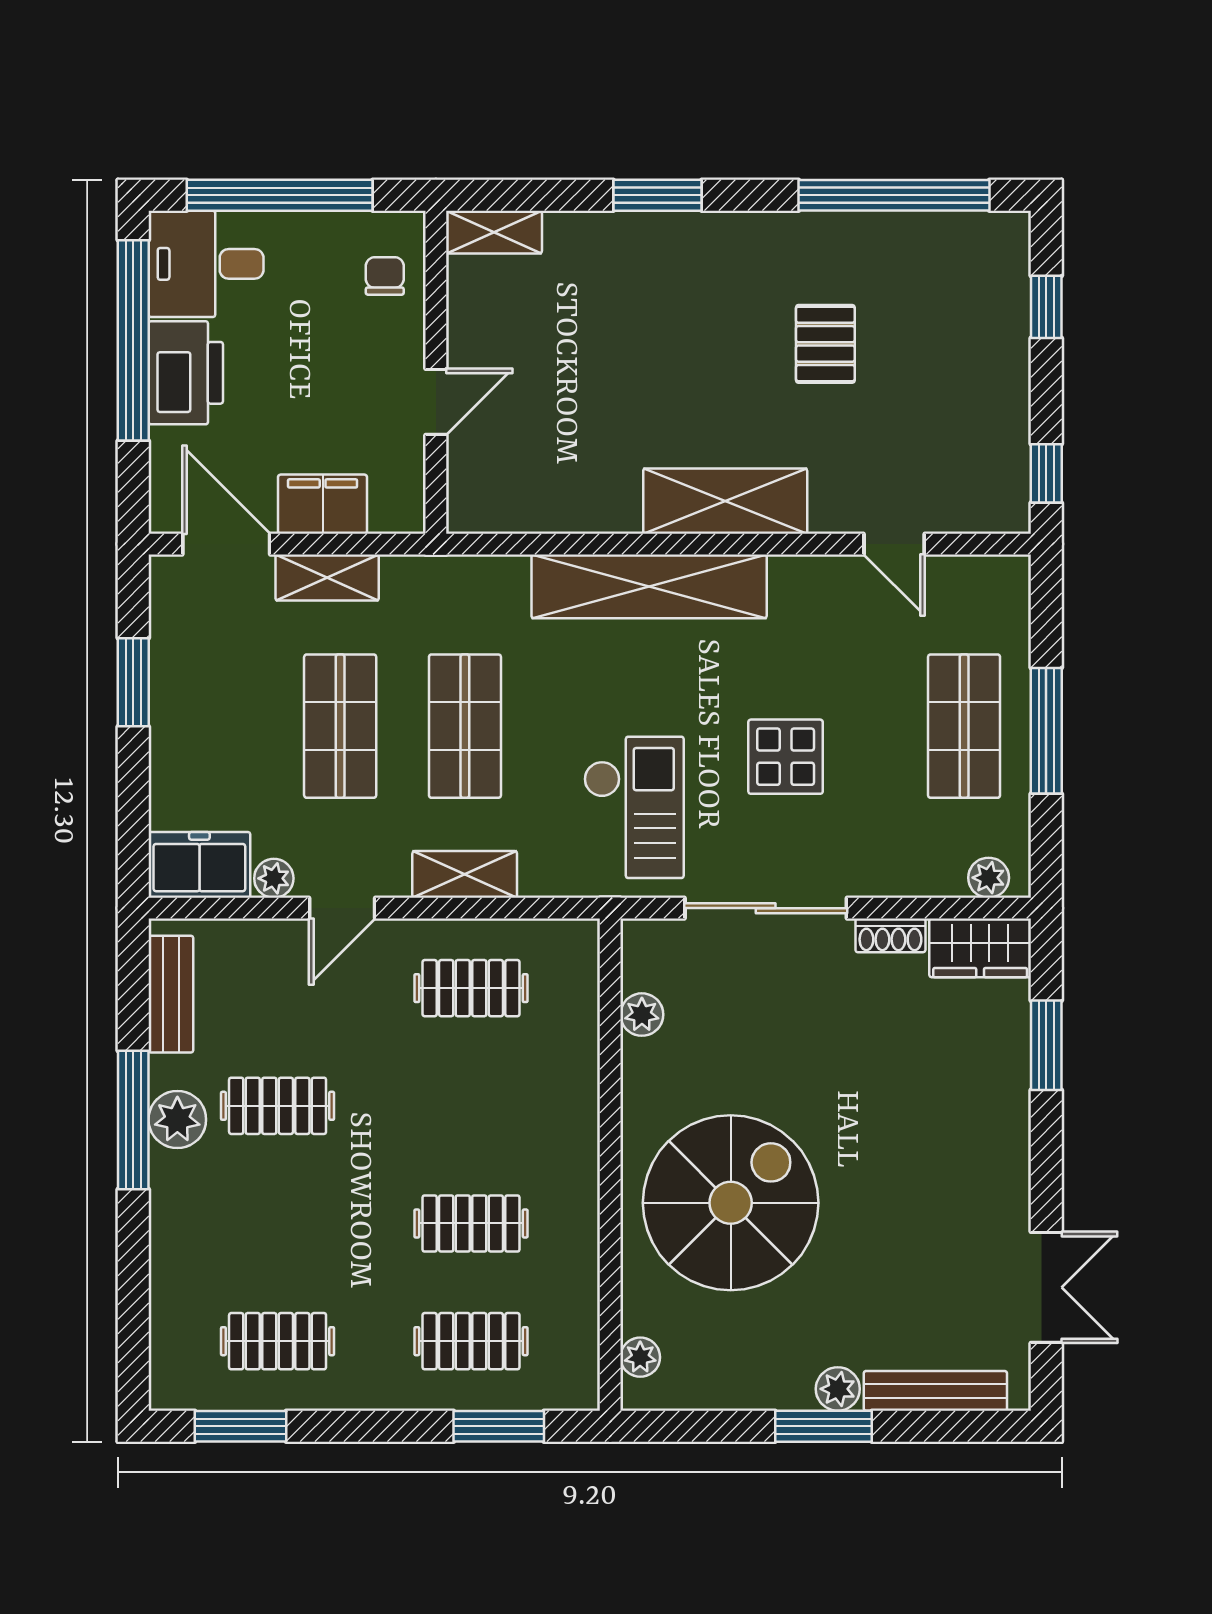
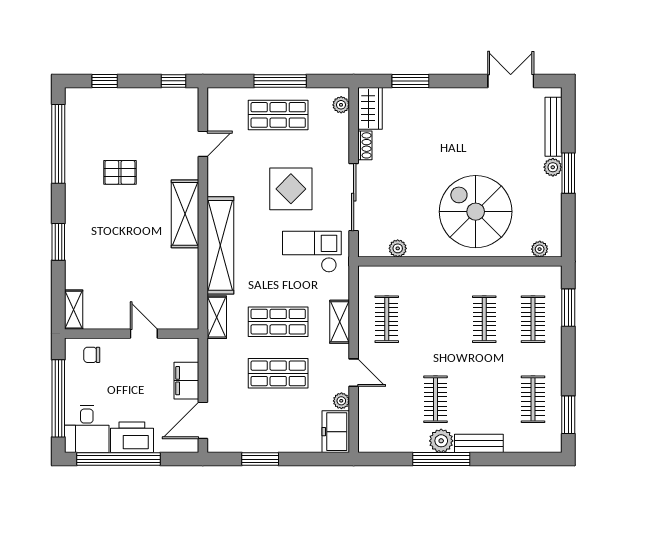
shelving: (327, 577) -> (217, 317), moved
display table: (786, 757) -> (291, 189), width x1.36, depth x1.36
bench: (171, 994) -> (479, 443), moved

